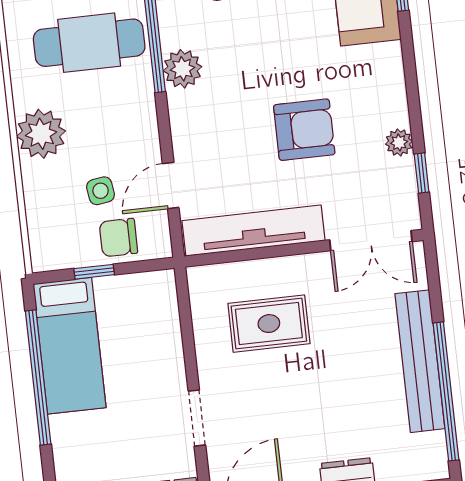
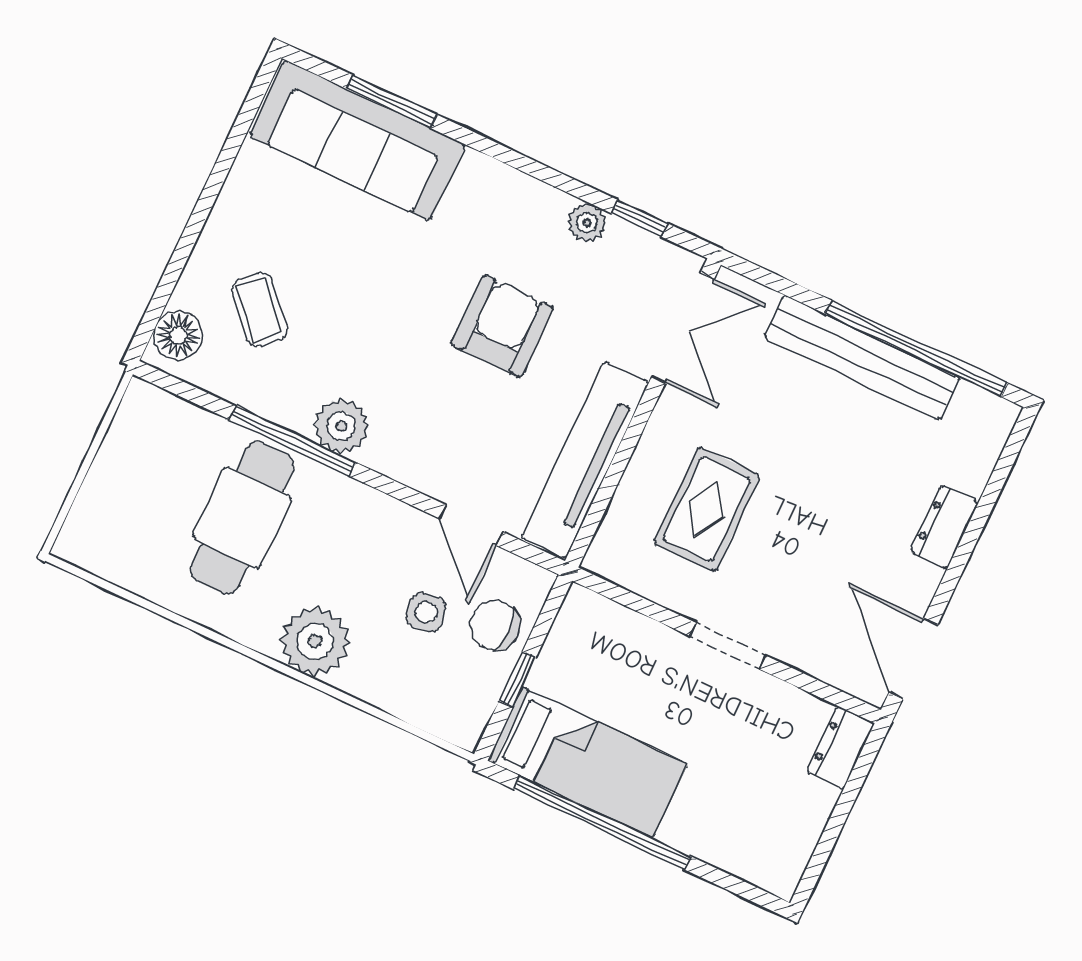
chair: (118, 238) -> (495, 625), turned 90
doorway: (197, 418) -> (728, 646), moved

